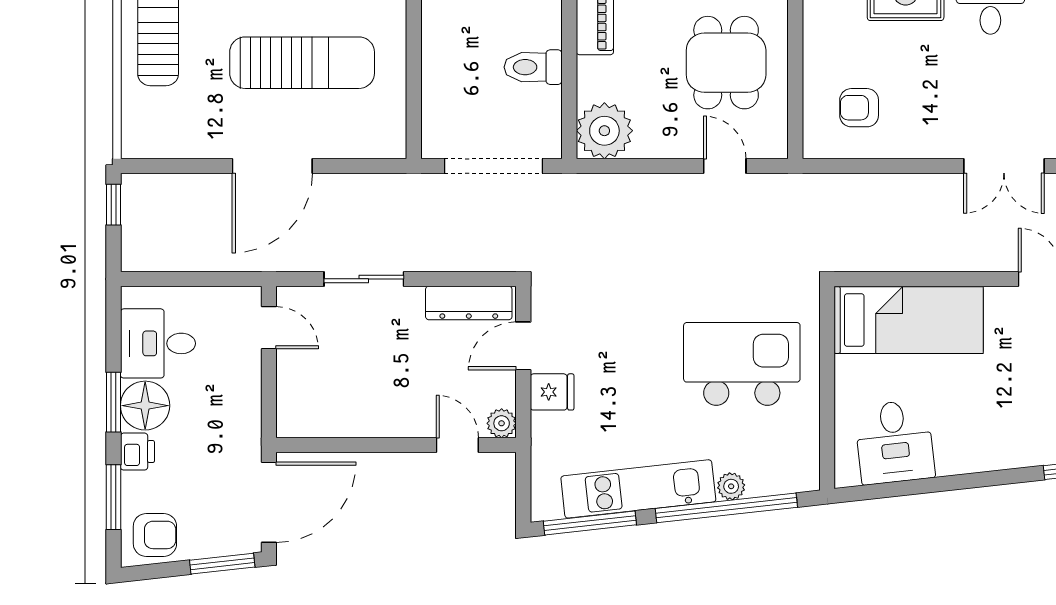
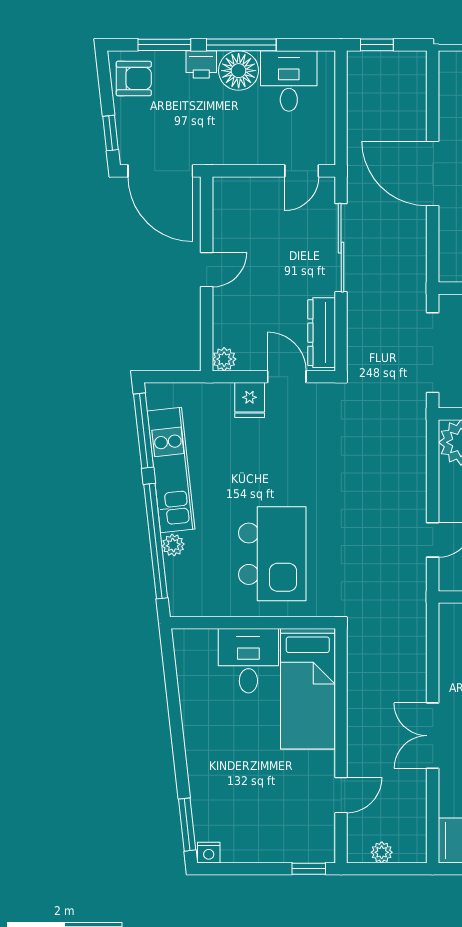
double door: (1004, 166) -> (433, 736), moved
window: (113, 205) -> (377, 45), moved
sliding door: (364, 279) -> (341, 248), width x1.37
window: (113, 402) -> (241, 45), width x1.44
desk: (895, 442) -> (248, 661), moved, turned 96
door: (457, 445) -> (207, 270), moved
armchair: (155, 535) -> (134, 79), turned -90
window: (222, 564) -> (110, 133), width x0.67

